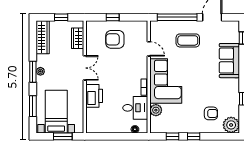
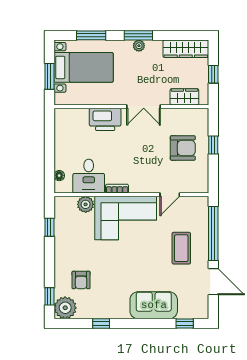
armchair: (115, 39) -> (183, 148), turned 90
window: (194, 136) -> (49, 296), moved

